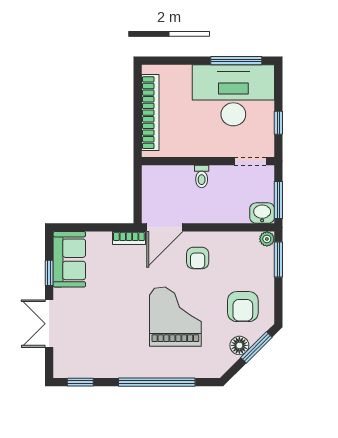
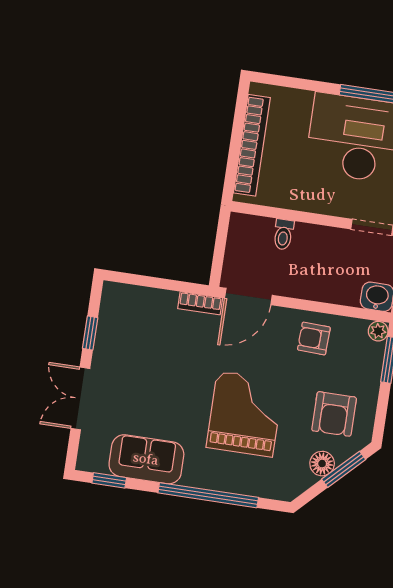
toilet: (202, 176) -> (283, 234), moved
armchair: (198, 258) -> (314, 338), moved, turned 92
sofa: (69, 259) -> (146, 459), moved, turned -90

